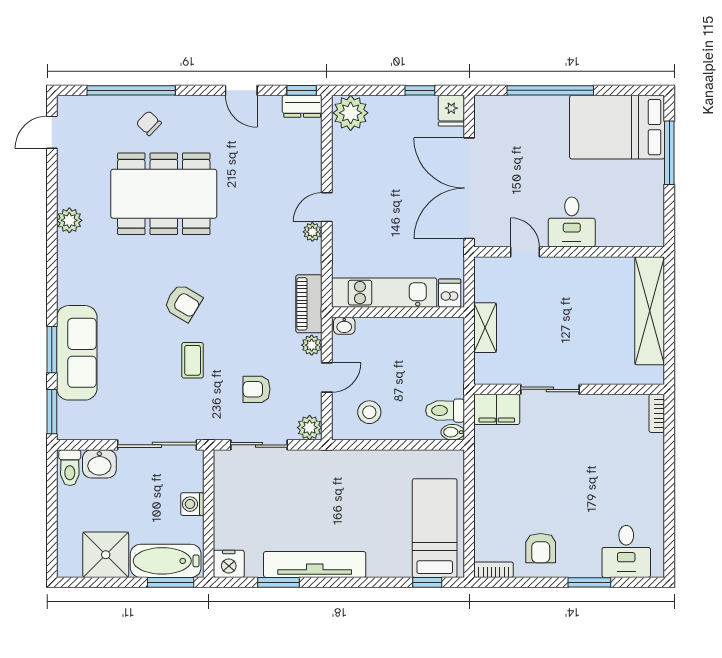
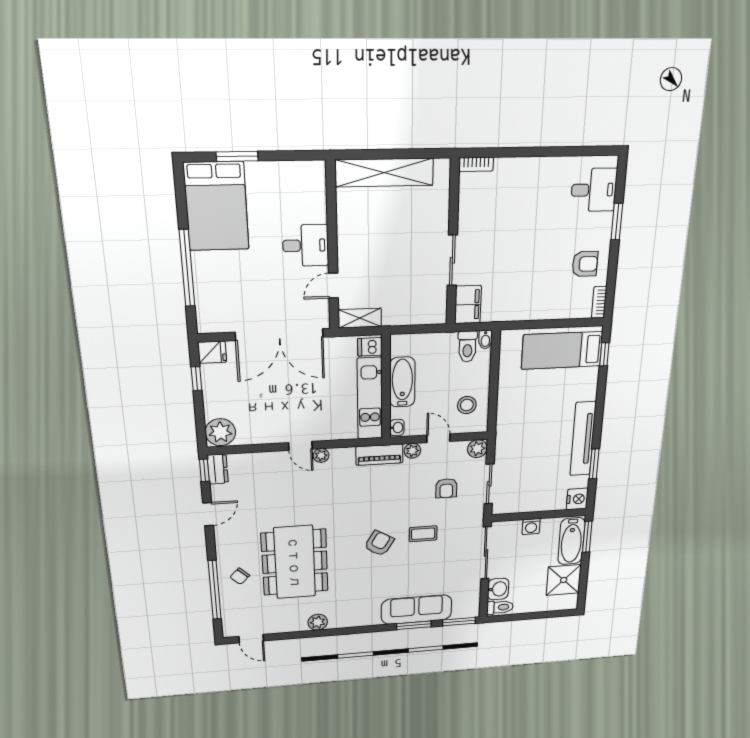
window: (669, 153) -> (237, 156), width x0.69
shelving: (485, 328) -> (360, 318), moved
bathtub: (403, 332) -> (402, 382), added

